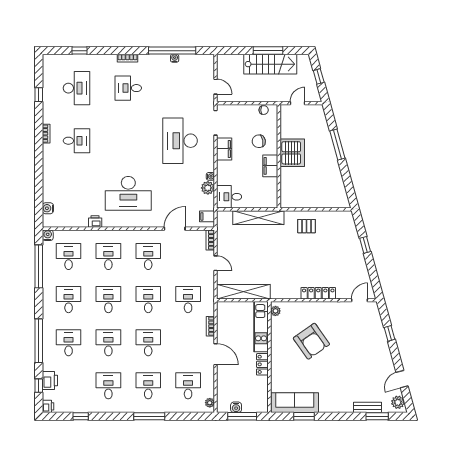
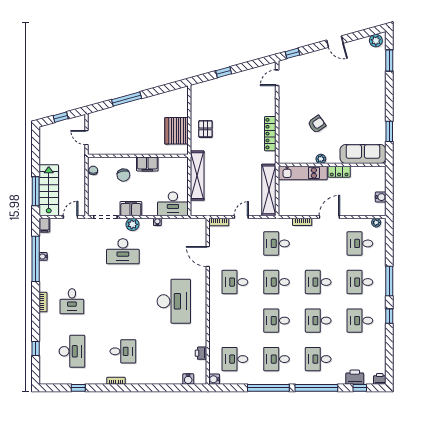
window: (268, 51) -> (36, 191), moved
stairs: (270, 64) -> (49, 190), moved
desk: (77, 88) -> (72, 351), turned 90
desk: (77, 141) -> (123, 351), turned 90
desk: (180, 141) -> (123, 251), width x0.73, depth x0.77
server rack: (292, 153) -> (176, 131), moved, turned -90
plant: (208, 188) -> (132, 224), moved
desk: (229, 197) -> (173, 204), width x1.37
filing cabinet: (207, 216) -> (44, 225), moved
printer: (95, 221) -> (201, 353), moved
desk: (108, 257) -> (235, 321), removed
window: (39, 266) -> (268, 388), moved
locker: (318, 293) -> (270, 134), moved
door: (359, 300) -> (277, 78), hinge flipped
plant: (275, 311) -> (321, 159), moved
window: (389, 333) -> (292, 53), moved
armchair: (311, 341) -> (317, 124), width x0.53, depth x0.53
door: (402, 379) -> (335, 42), moved
sofa: (295, 403) -> (363, 154), moved, turned 90
bench: (368, 407) -> (381, 70), removed
window: (81, 416) -> (389, 316), moved
window: (242, 416) -> (389, 191), removed

